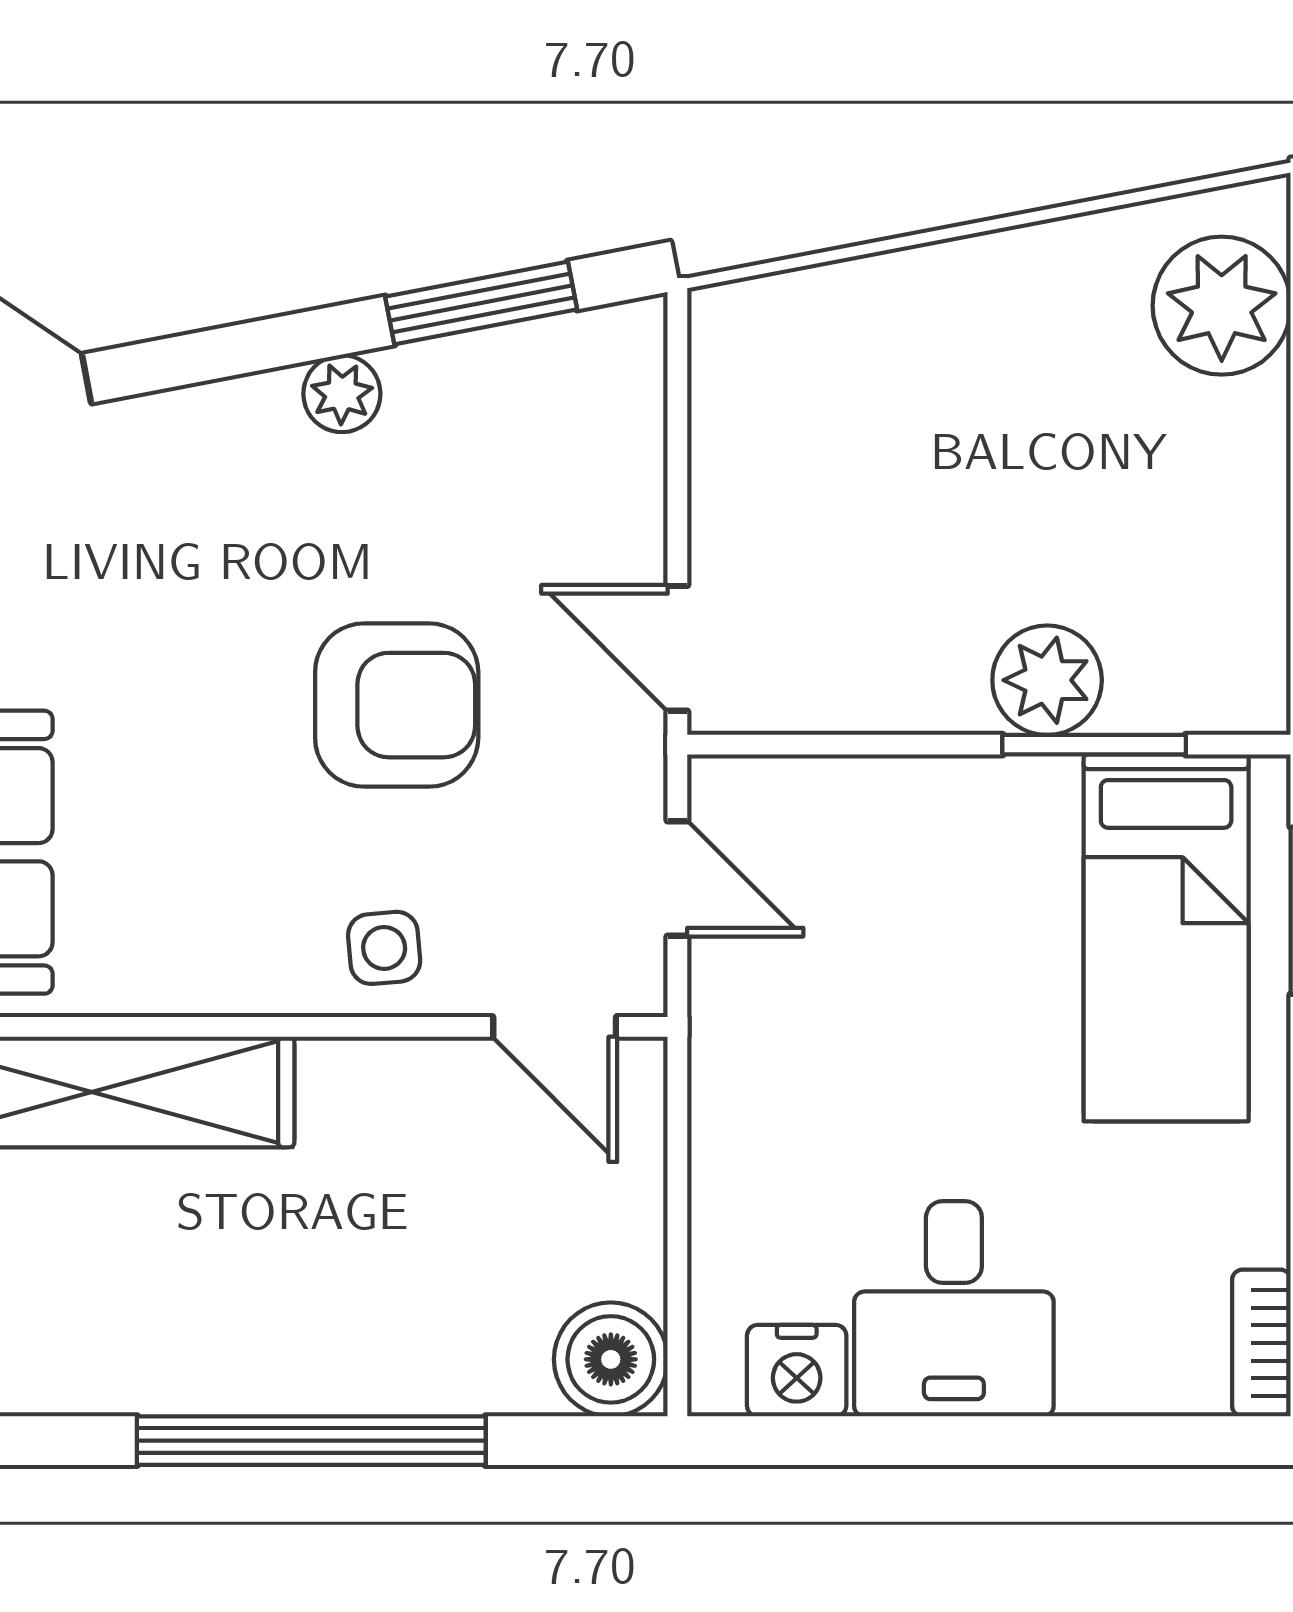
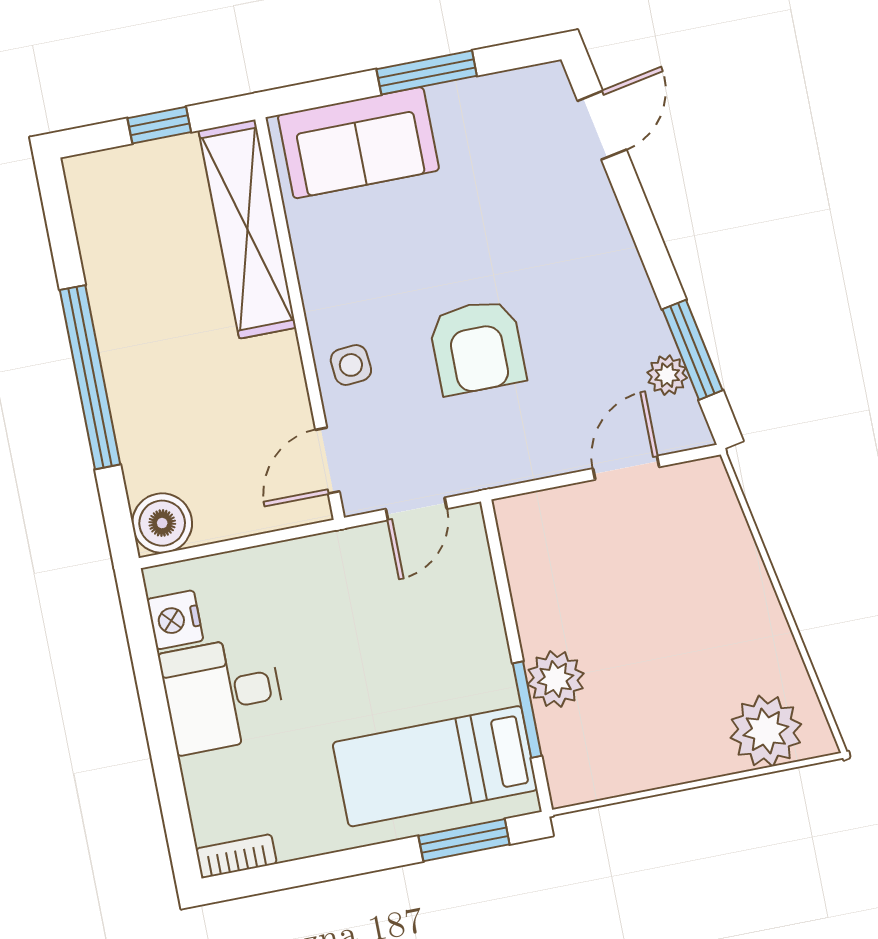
plant: (342, 394) -> (667, 375), moved
door: (677, 648) -> (626, 468), moved

